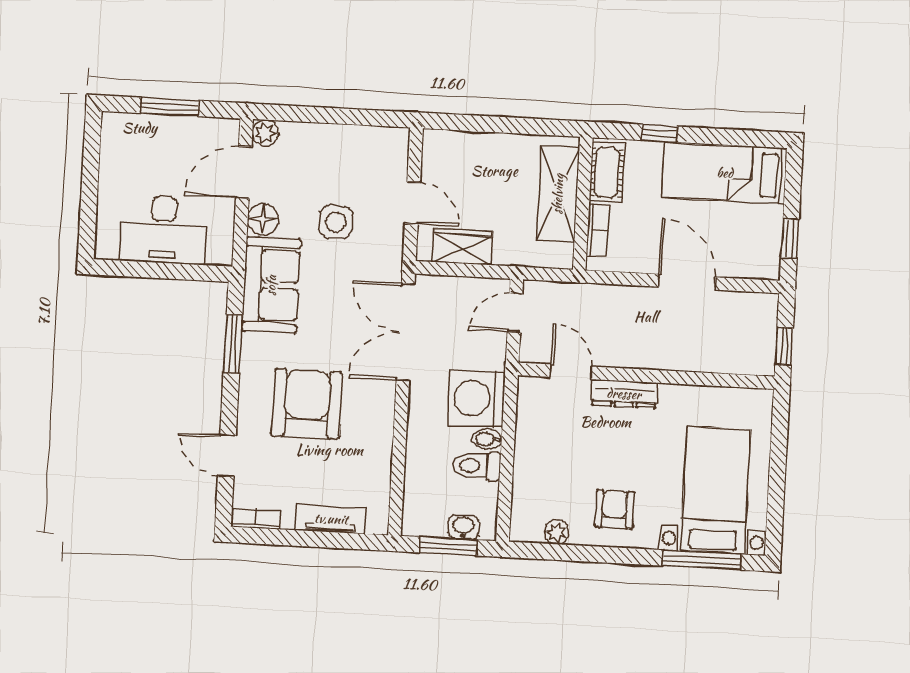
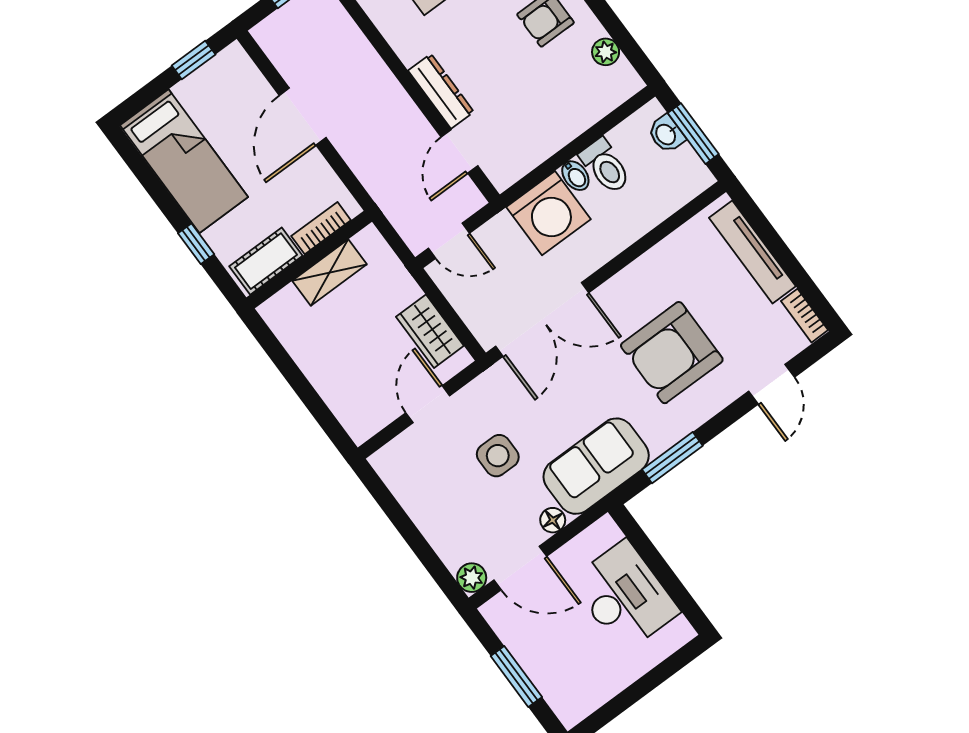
shelving: (558, 194) -> (329, 273), width x0.67, depth x0.75
floor lamp: (263, 219) -> (553, 520), width x0.73, depth x0.73
tv unit: (331, 519) -> (752, 252), width x1.41

